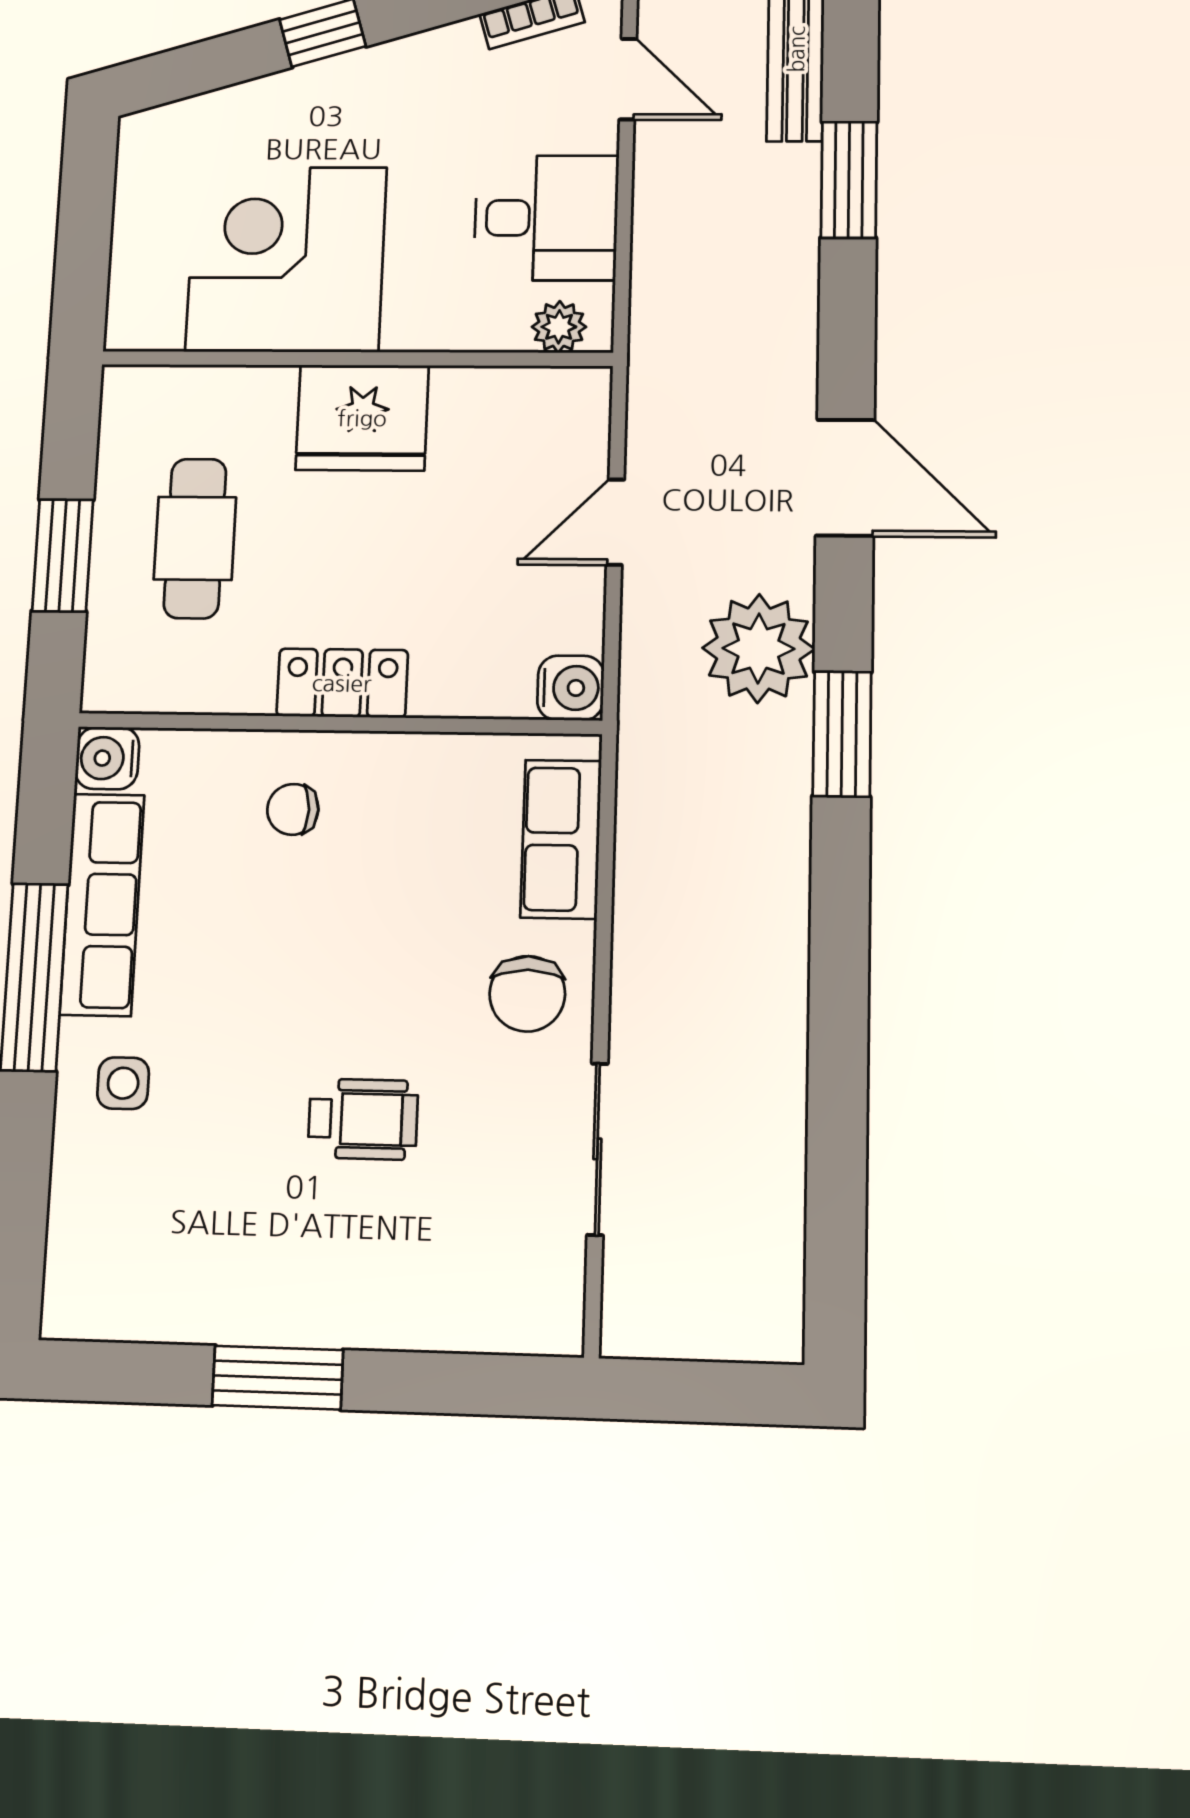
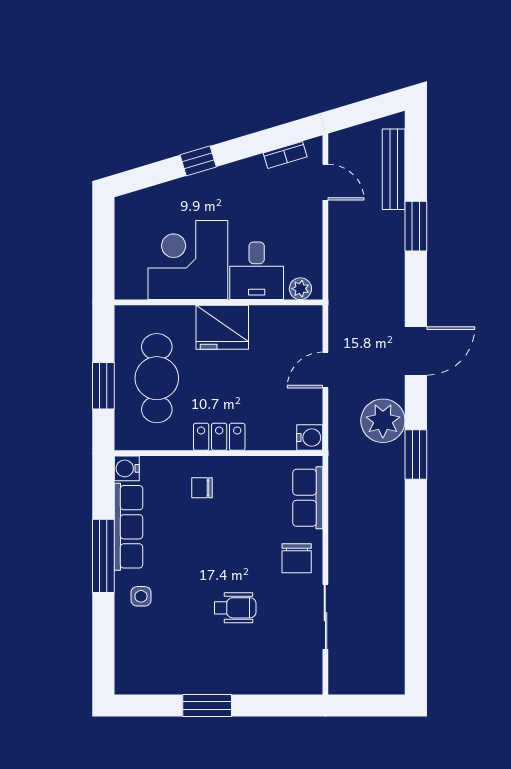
desk: (546, 218) -> (257, 271), moved, turned 90
door: (845, 478) -> (416, 351), hinge flipped
cafe table: (195, 538) -> (157, 378), width x1.37, depth x1.35

